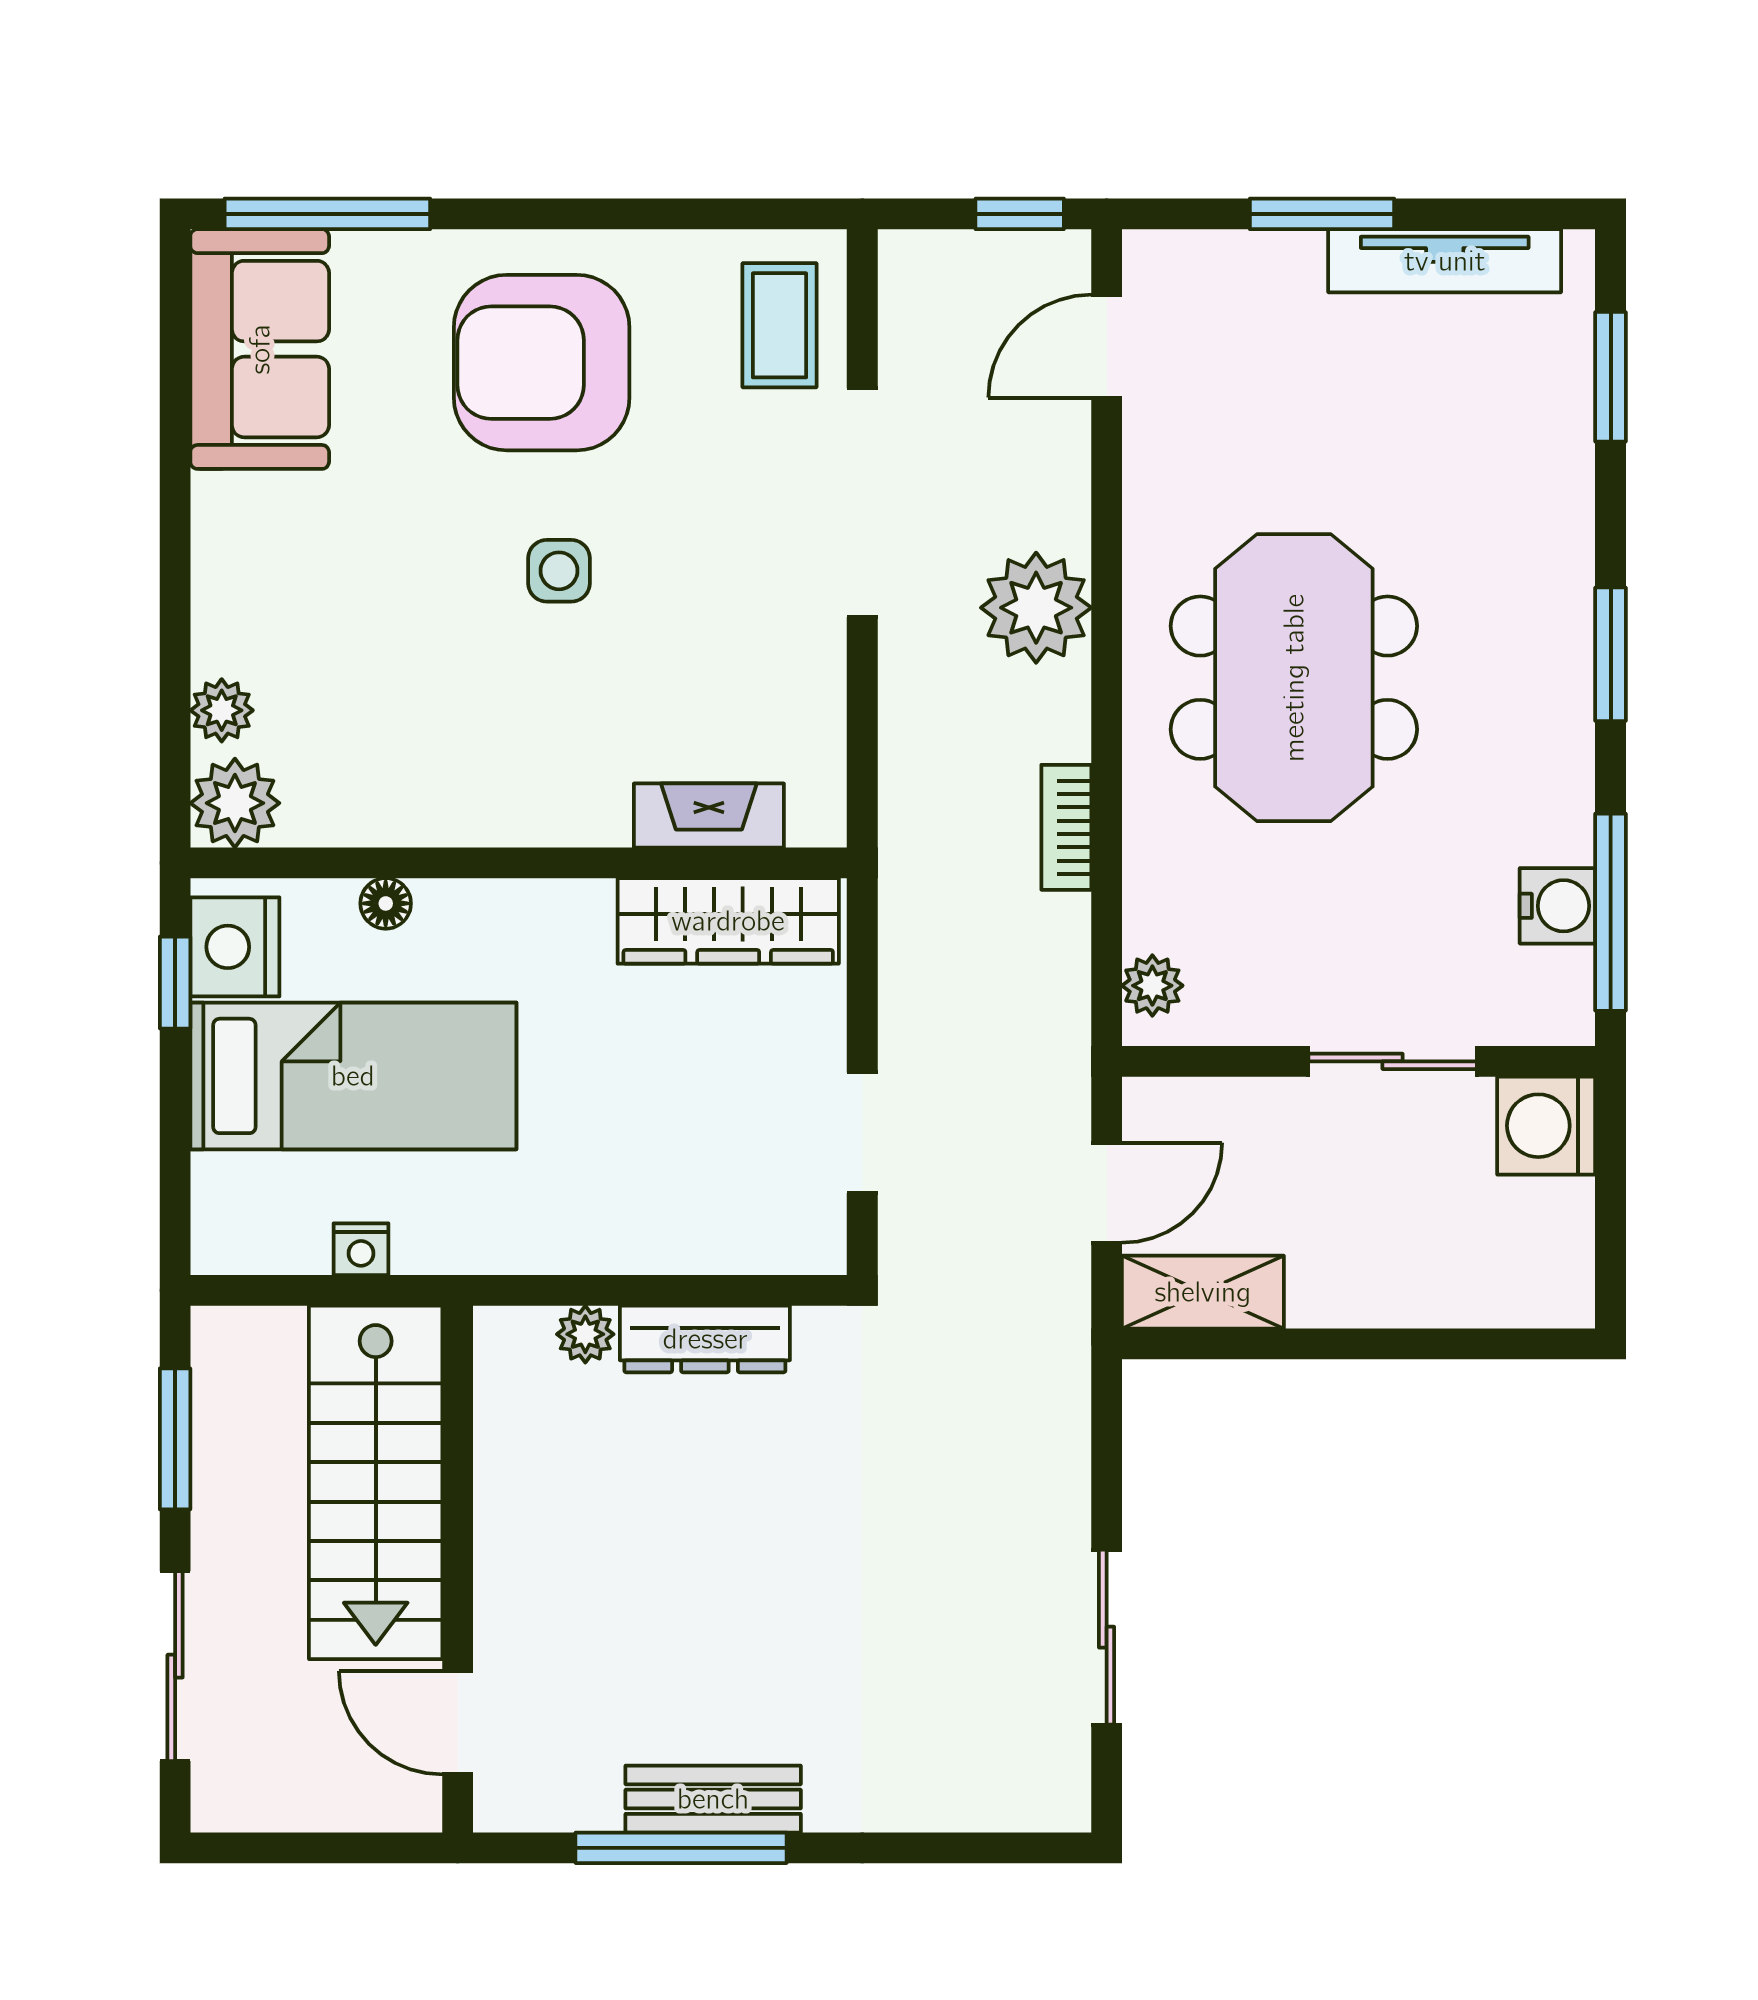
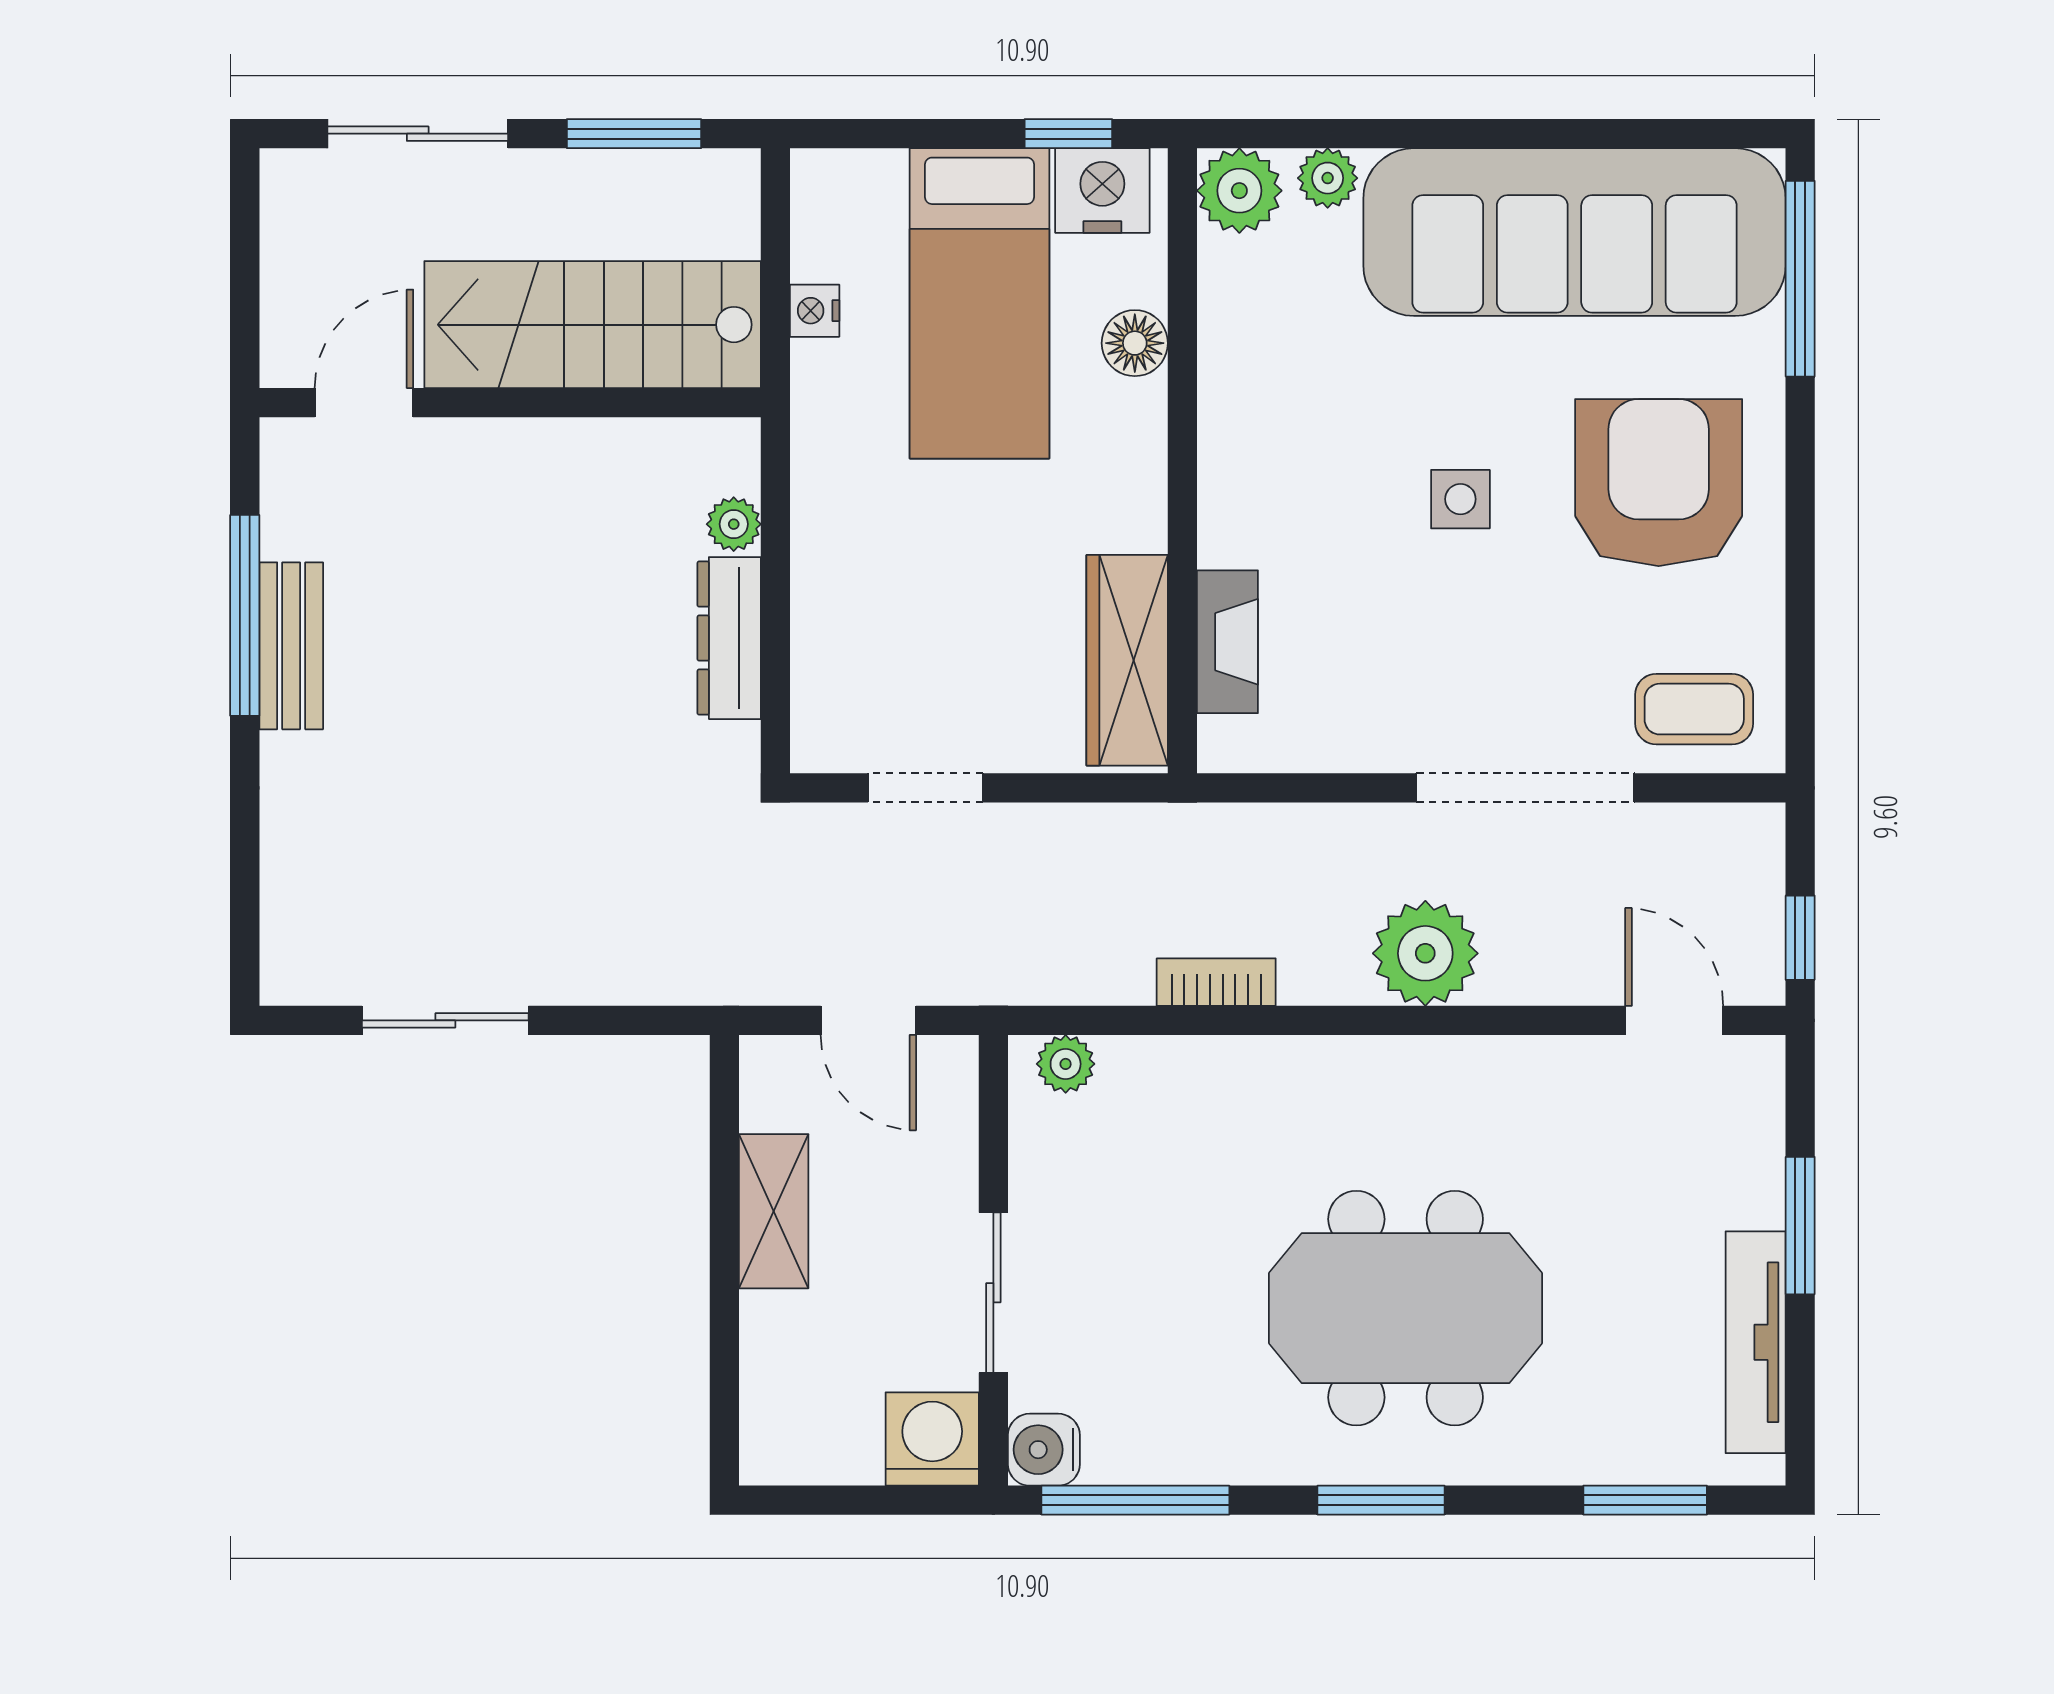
sofa: (260, 349) -> (1574, 232), width x1.85, depth x1.27
meeting table: (1294, 678) -> (1406, 1308), moved
floor lamp: (386, 903) -> (1135, 343), width x1.37, depth x1.37
water cooler: (1557, 906) -> (1044, 1450), moved, turned 90
shelving: (1203, 1292) -> (774, 1211), moved

